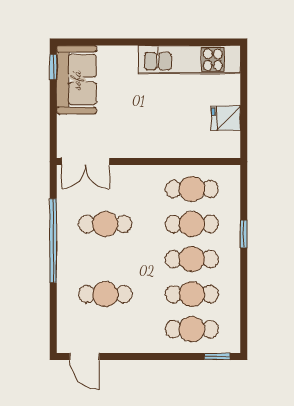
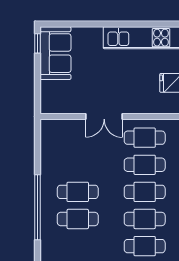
double door: (85, 162) -> (104, 116), moved
cafe table: (105, 224) -> (78, 192), moved
window: (53, 241) -> (37, 207), moved

